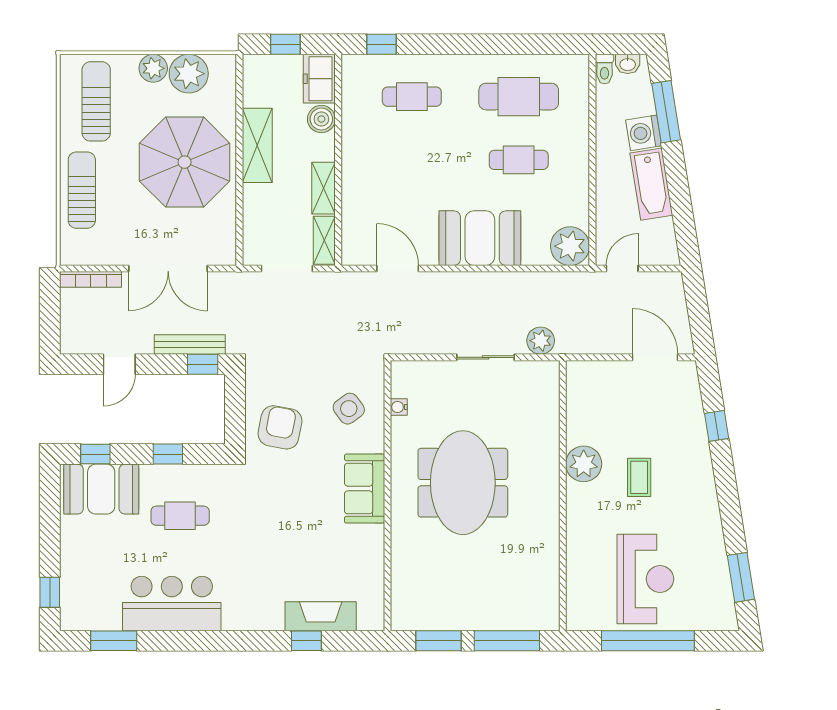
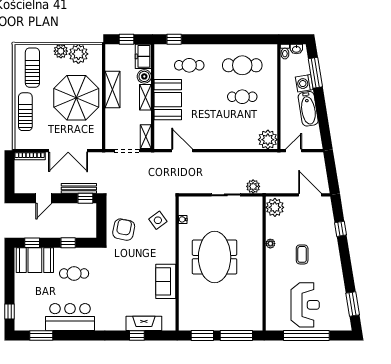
shelving: (324, 188) -> (145, 97), moved
booth: (480, 238) -> (168, 100), moved, turned 90
plant: (584, 383) -> (275, 207), added
plant: (584, 464) -> (270, 244), width x0.53, depth x0.53
sofa: (365, 489) -> (166, 281), moved

